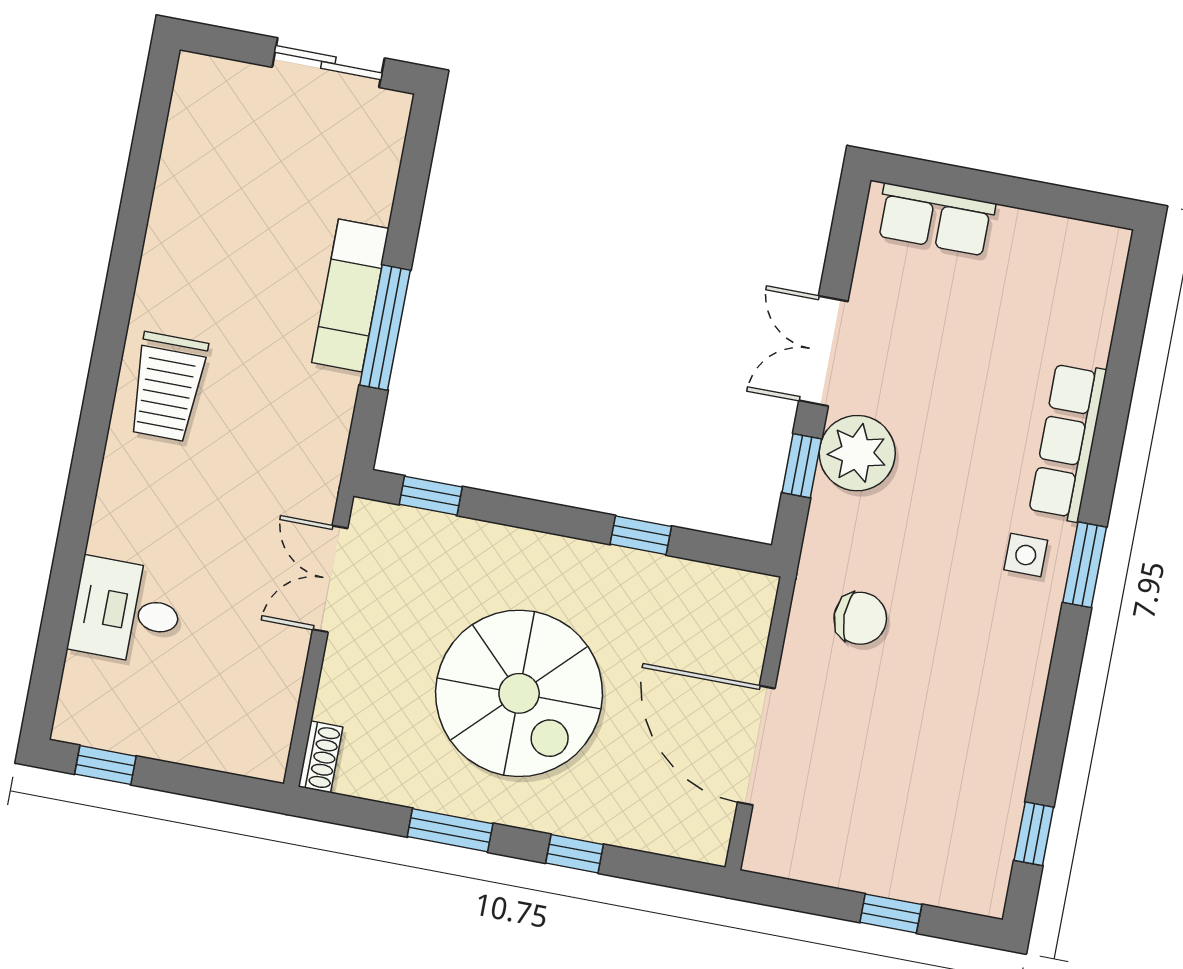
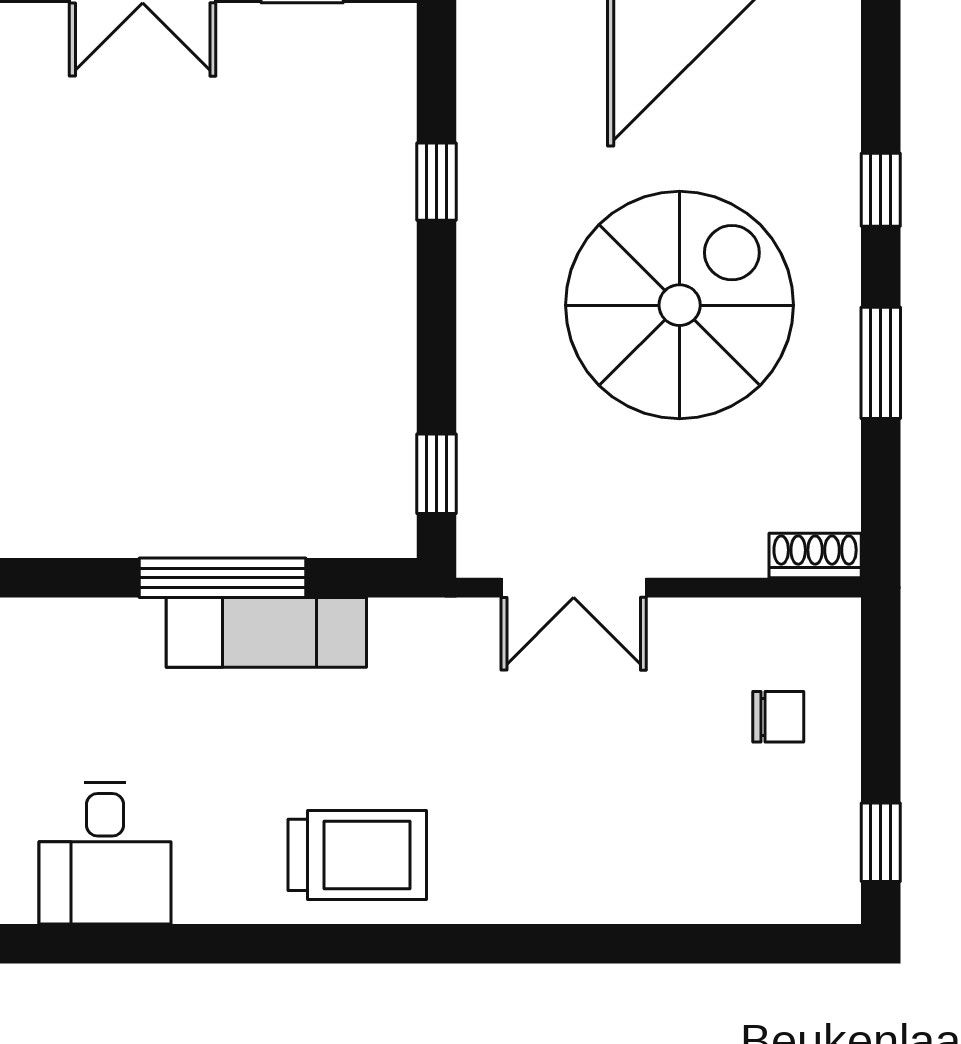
exam couch: (350, 296) -> (266, 632), moved
desk: (126, 611) -> (105, 853), moved
chair: (209, 708) -> (778, 717), added

